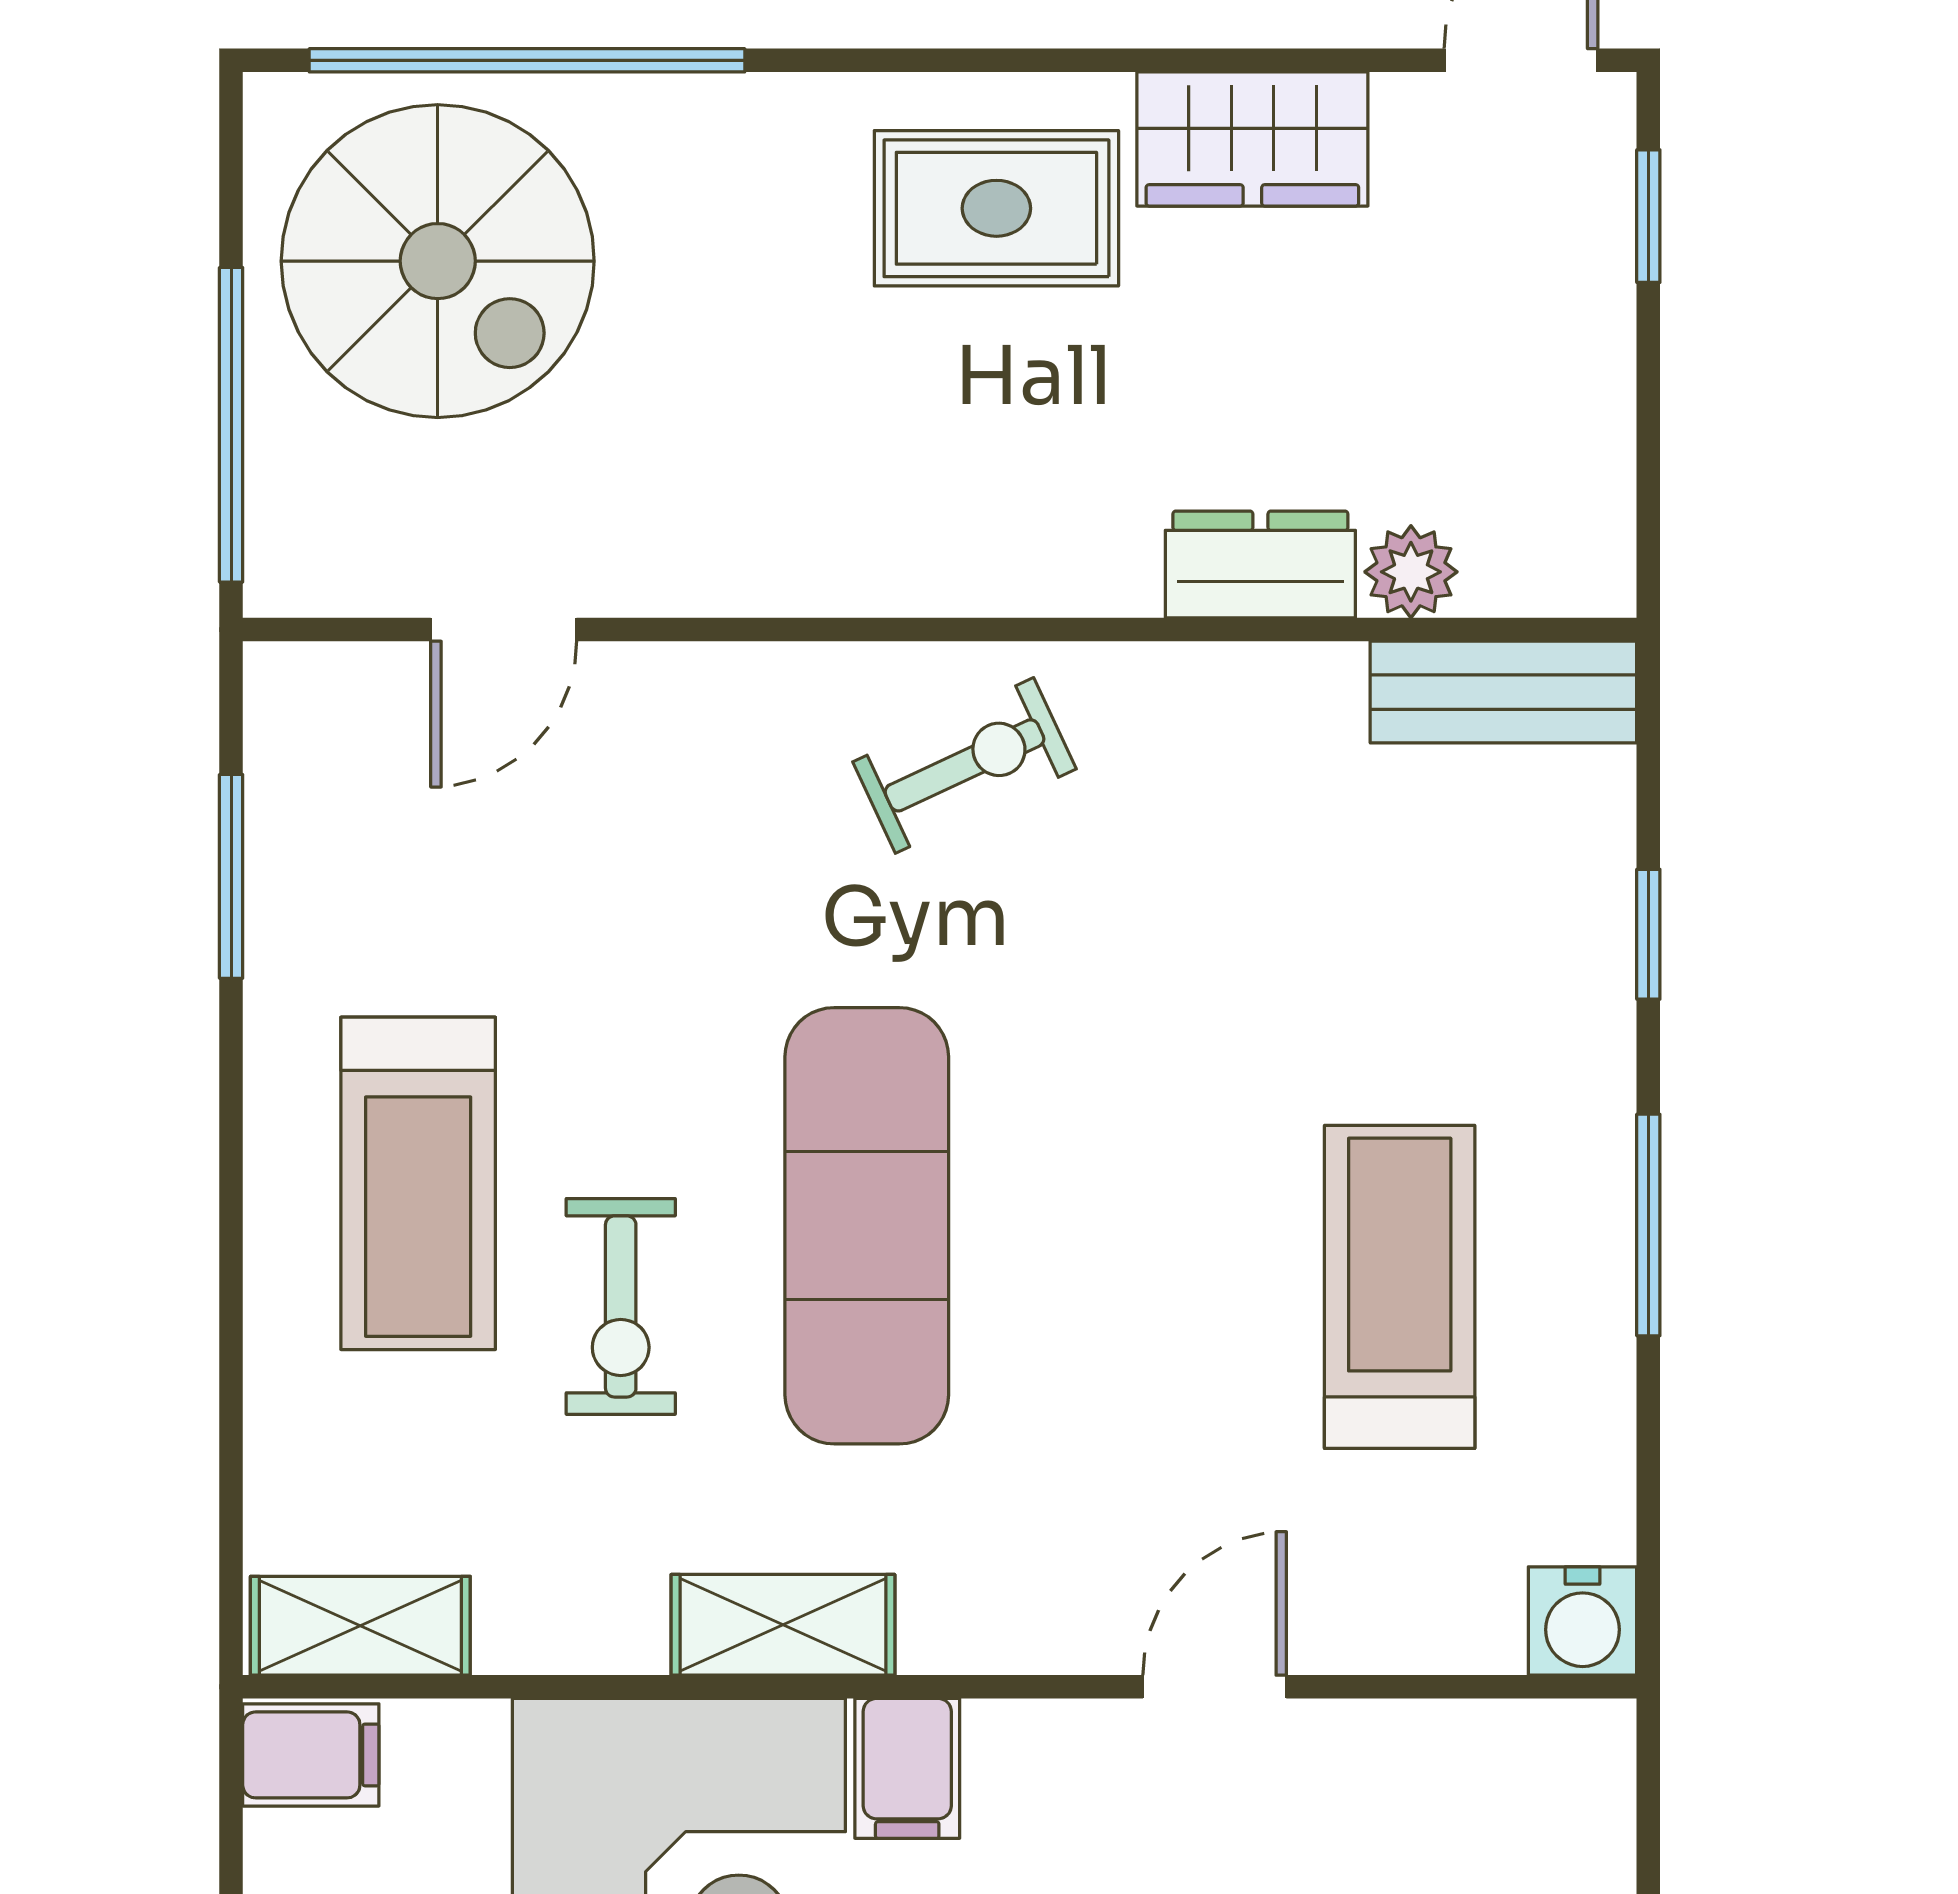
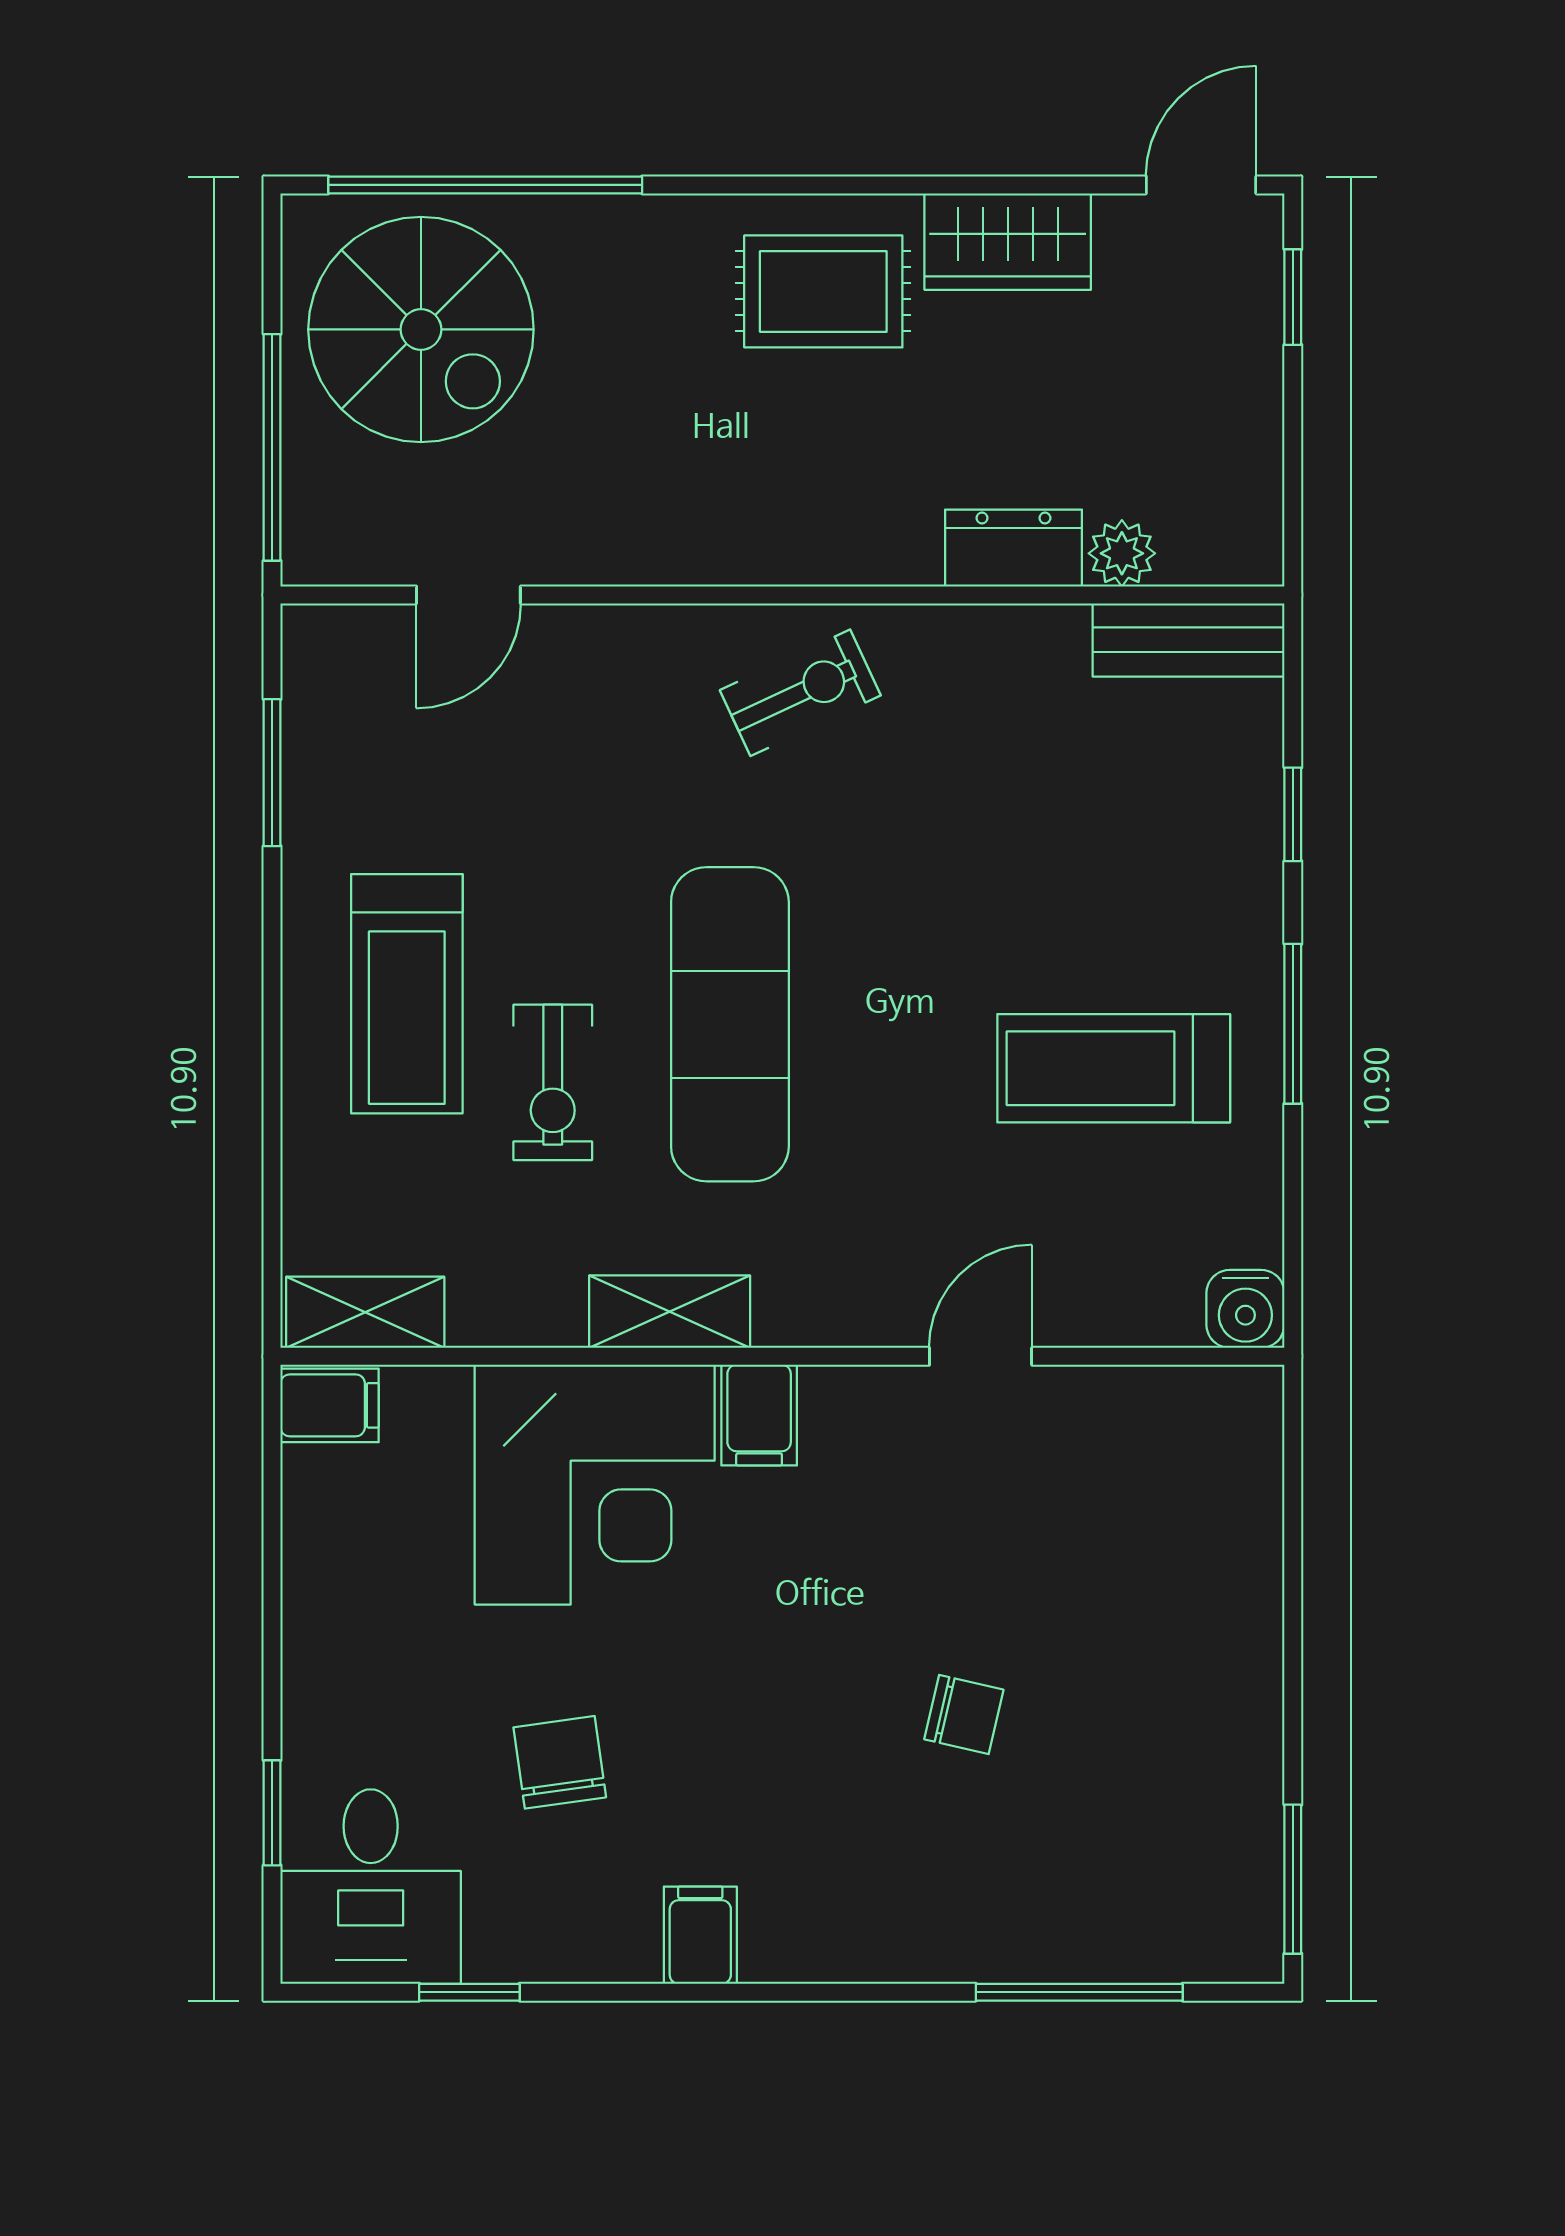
treadmill: (1400, 1287) -> (1114, 1068), turned -90

